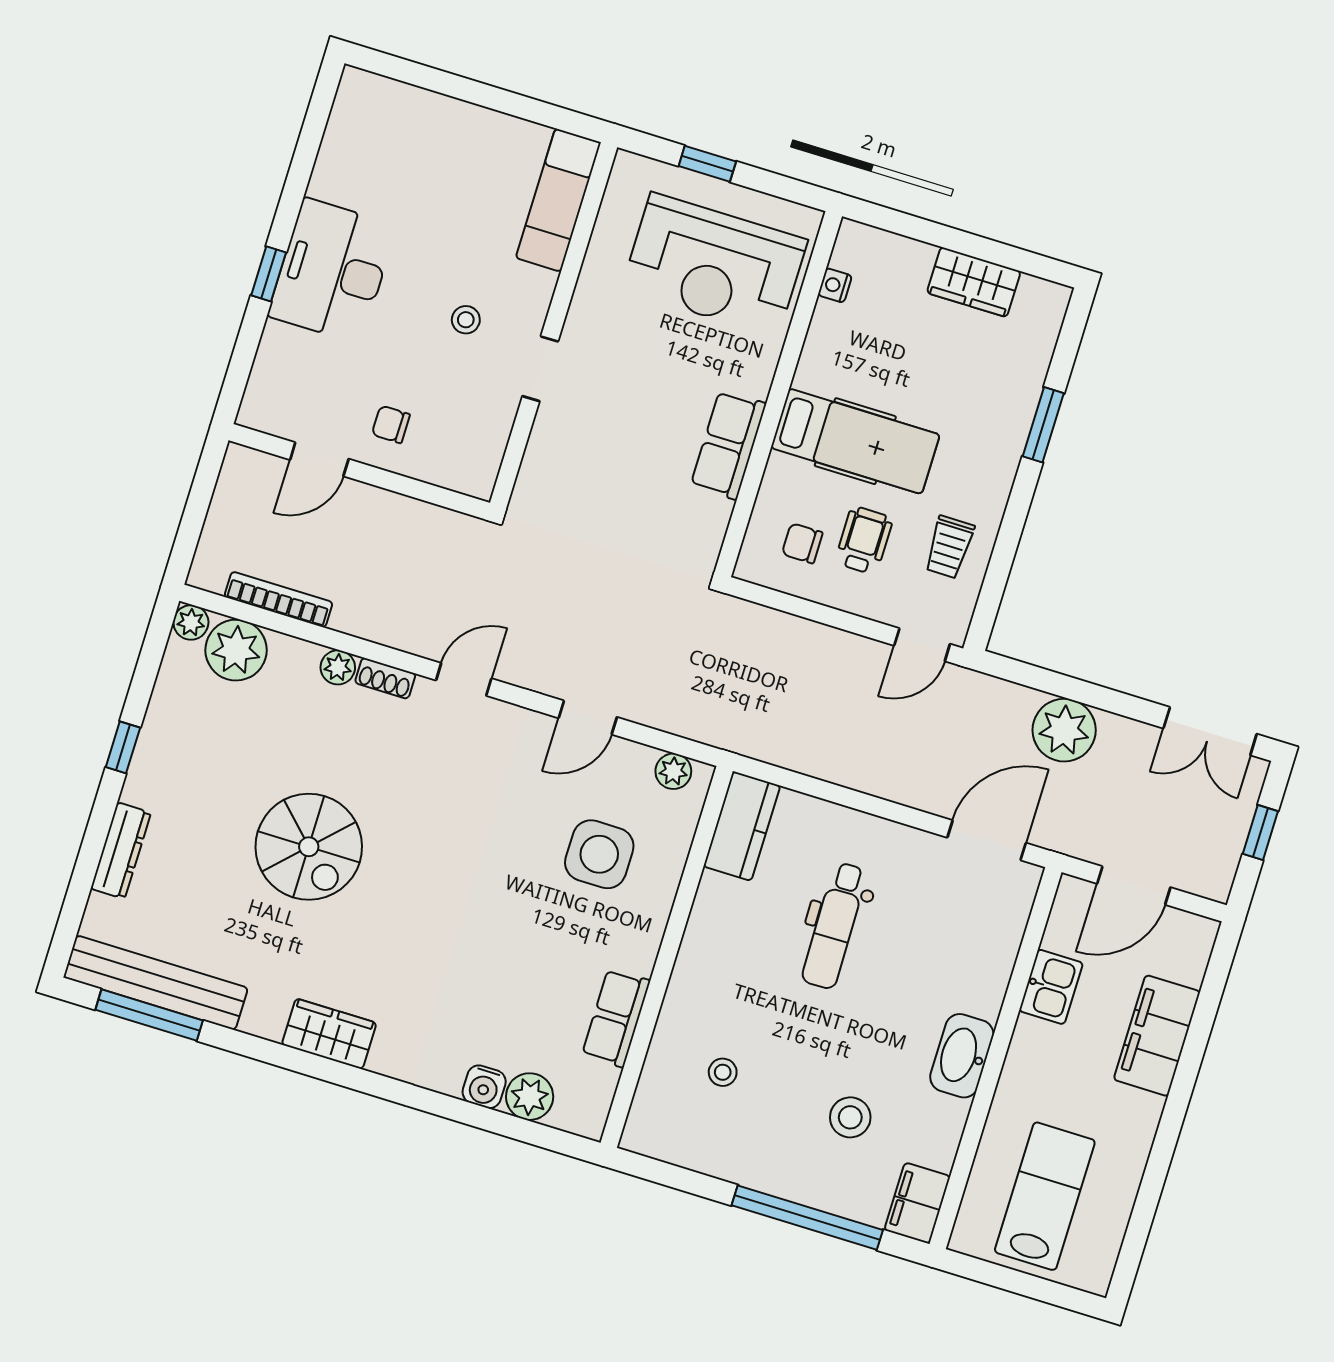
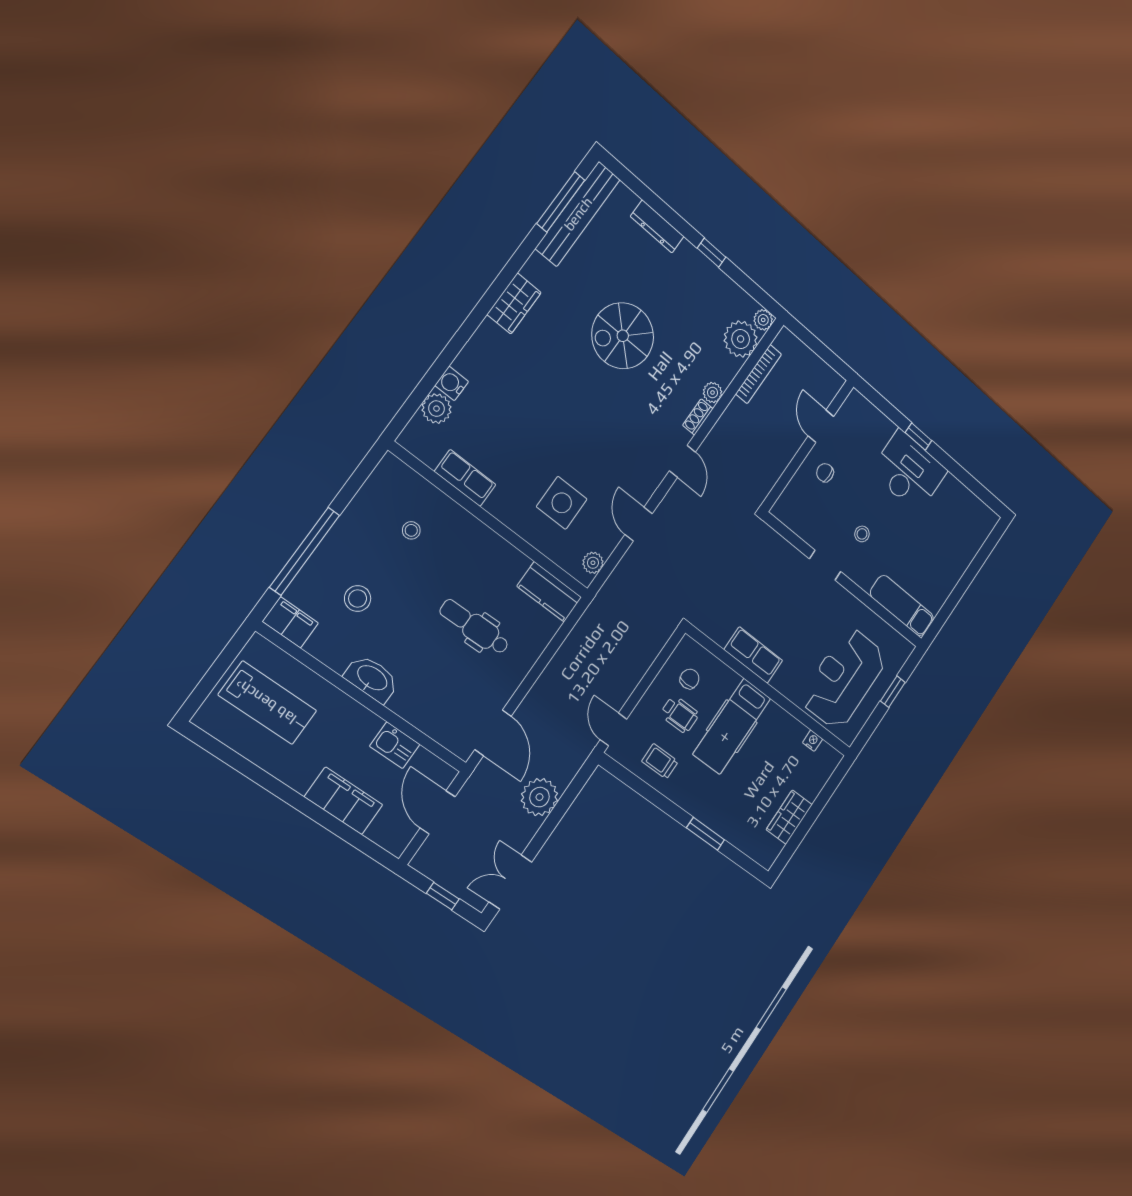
chair: (391, 424) -> (825, 473), turned -90

